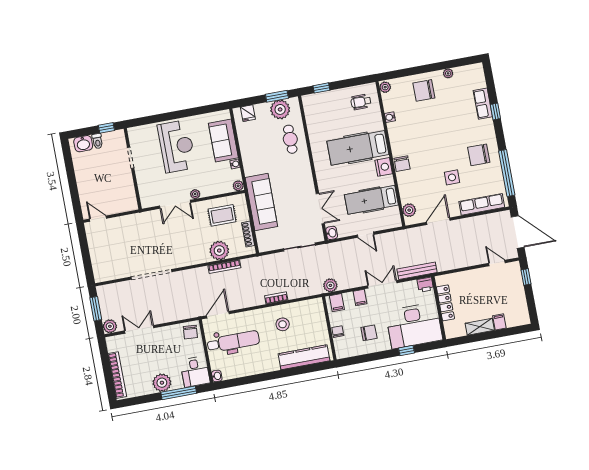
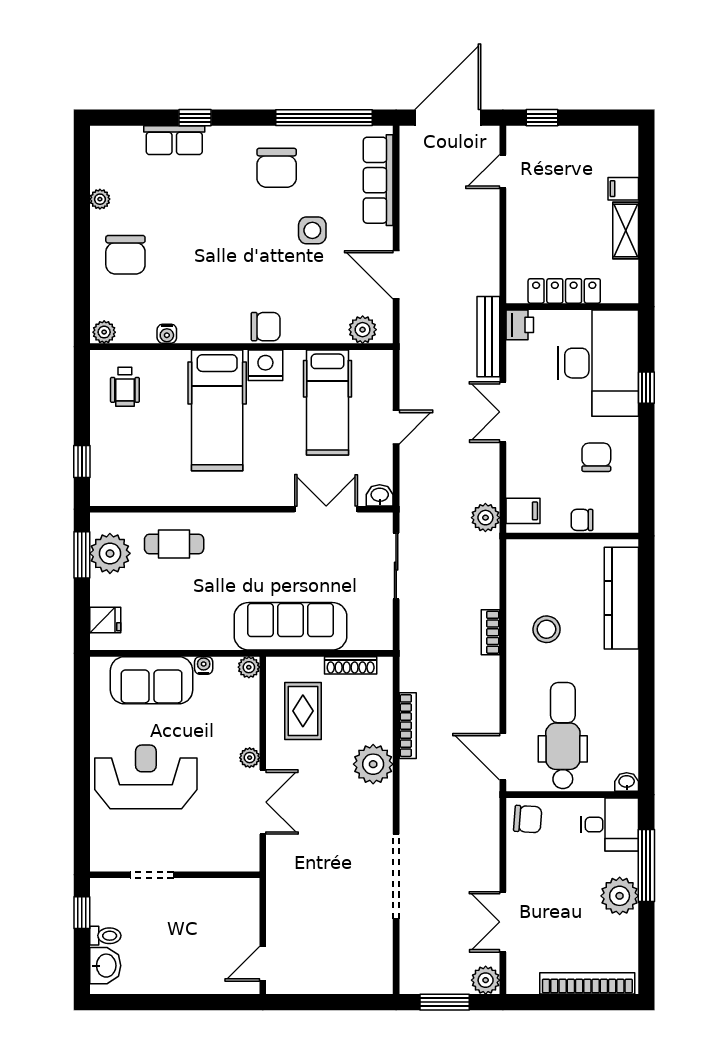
plant: (219, 251) -> (373, 764), moved
filing cabinet: (360, 298) -> (521, 462), removed

